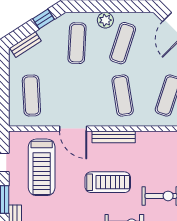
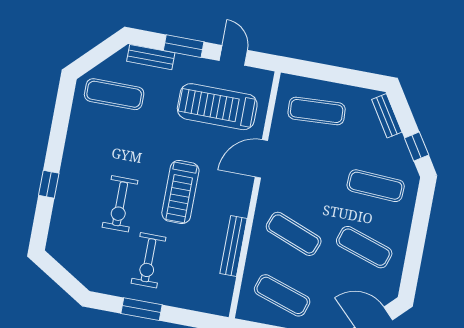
plant: (105, 20) -> (399, 230), removed
exercise mat: (123, 95) -> (294, 234), turned 30
bench: (114, 137) -> (234, 246), moved

